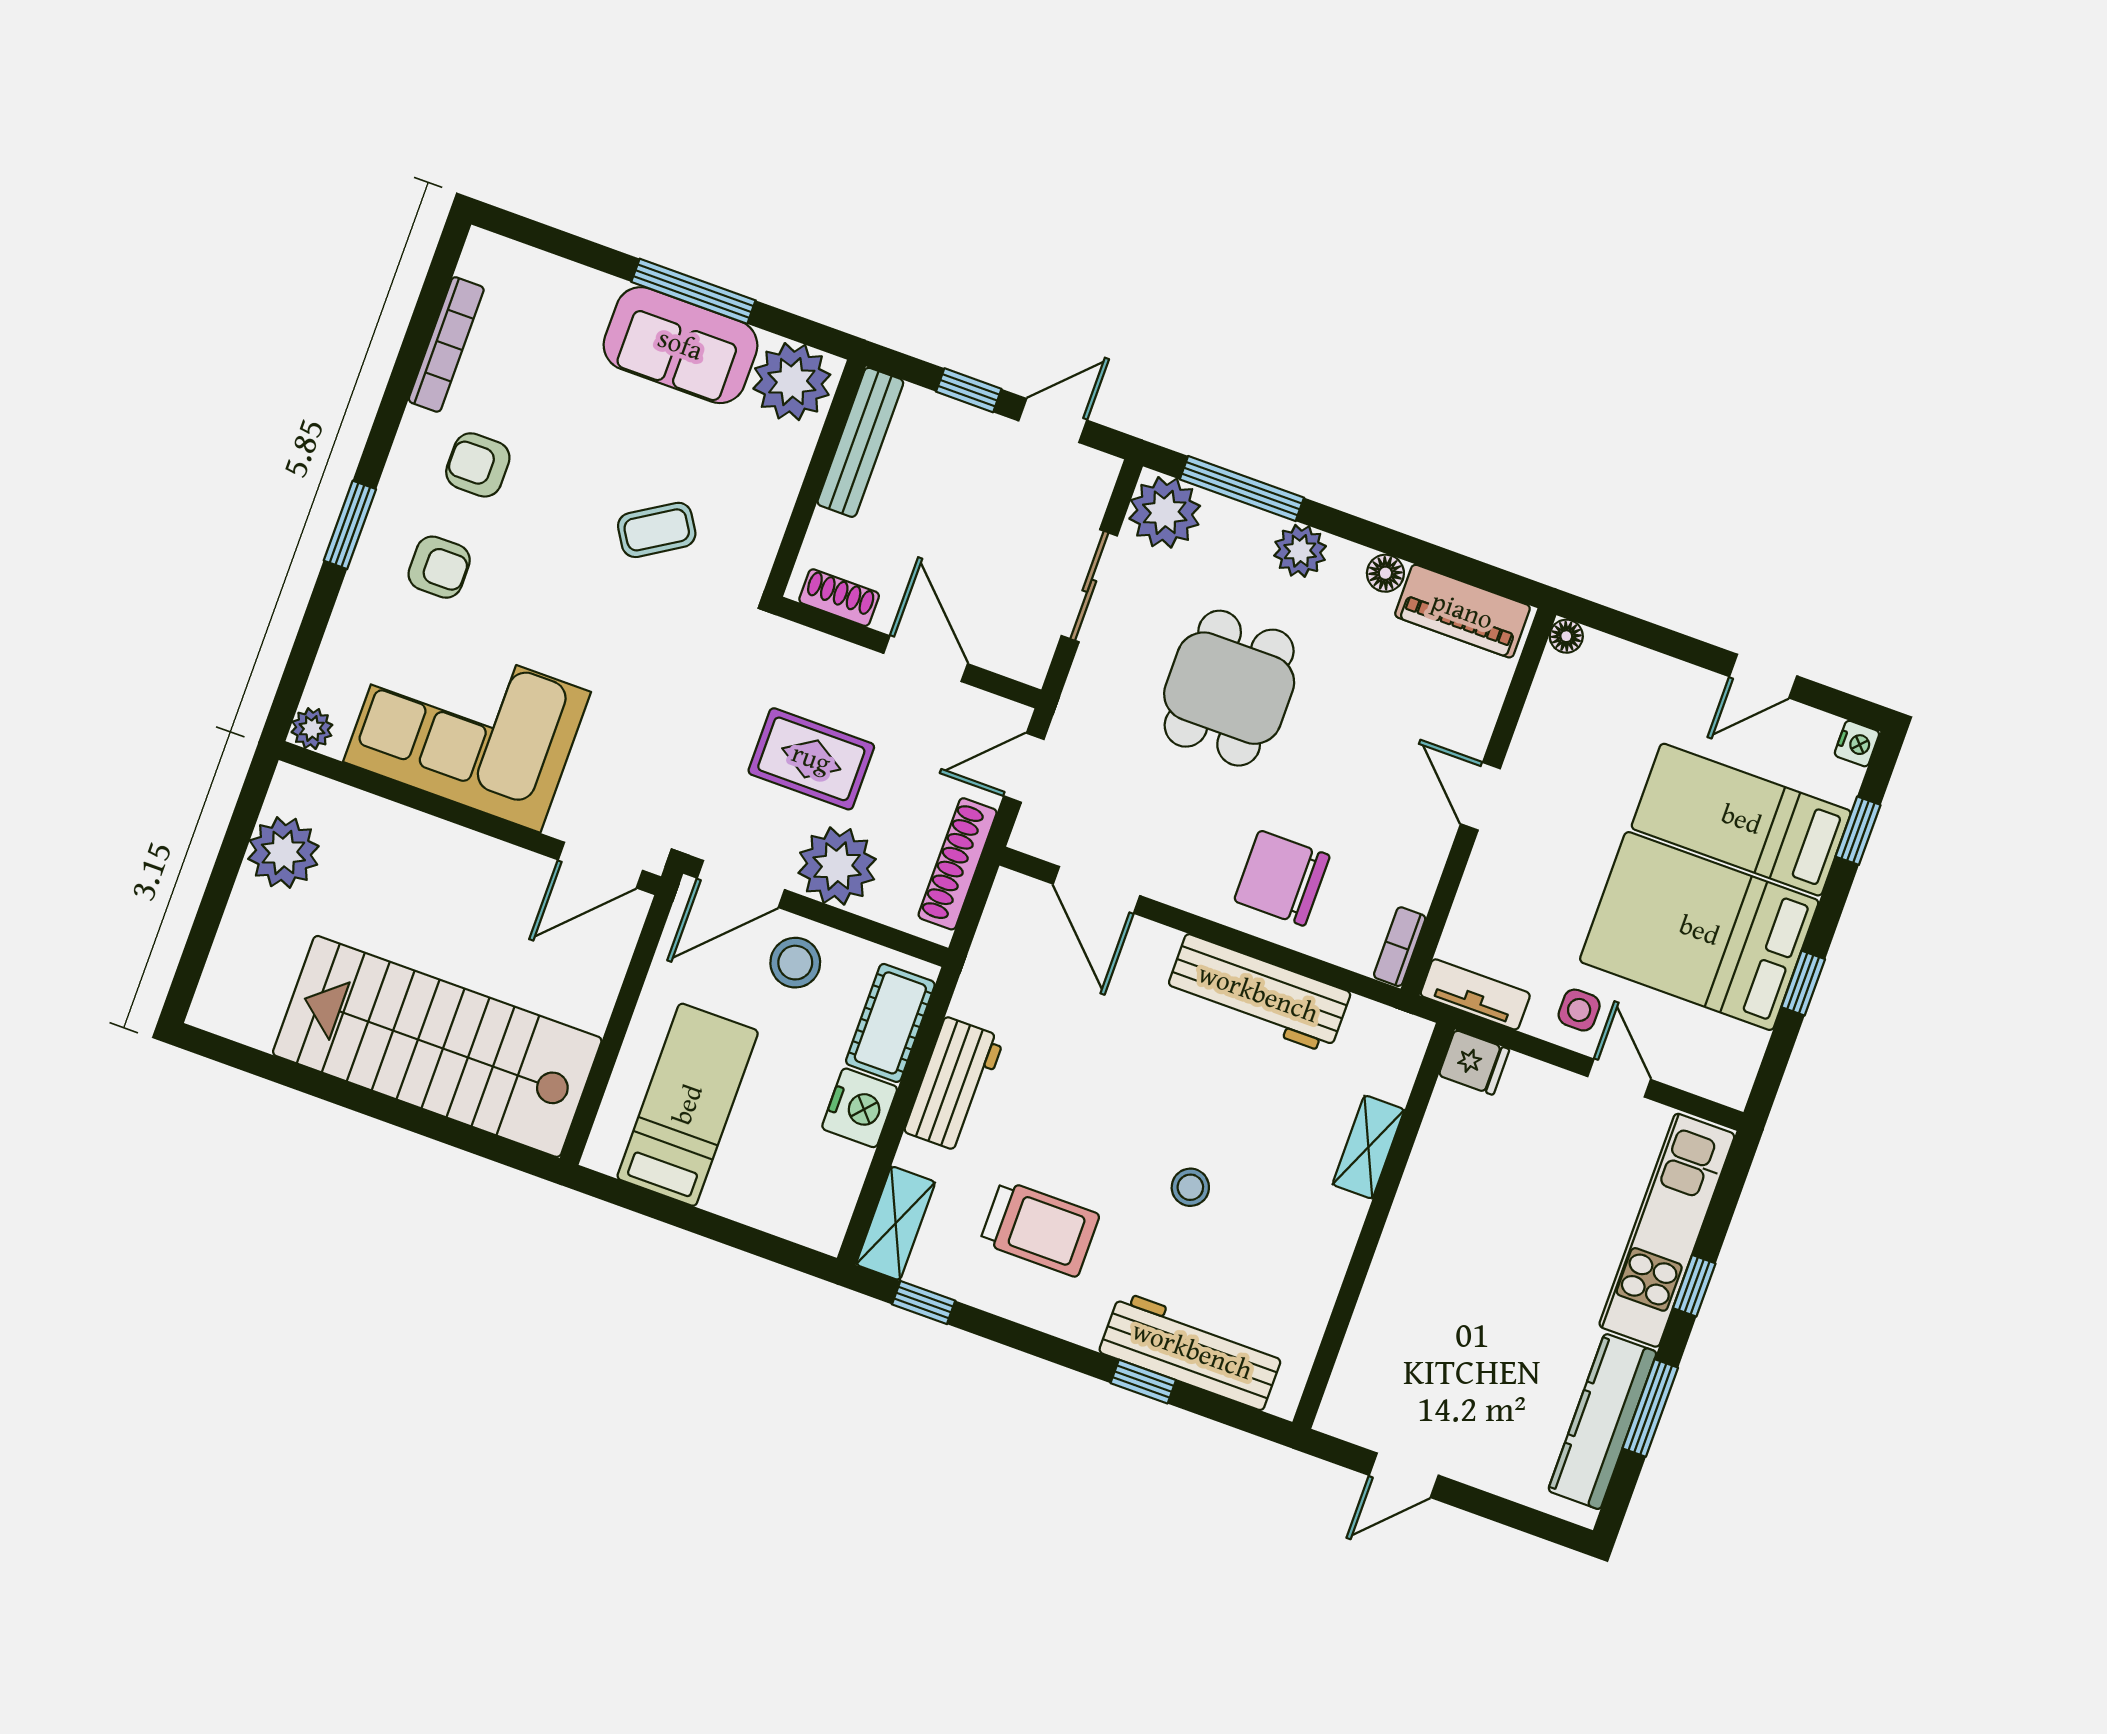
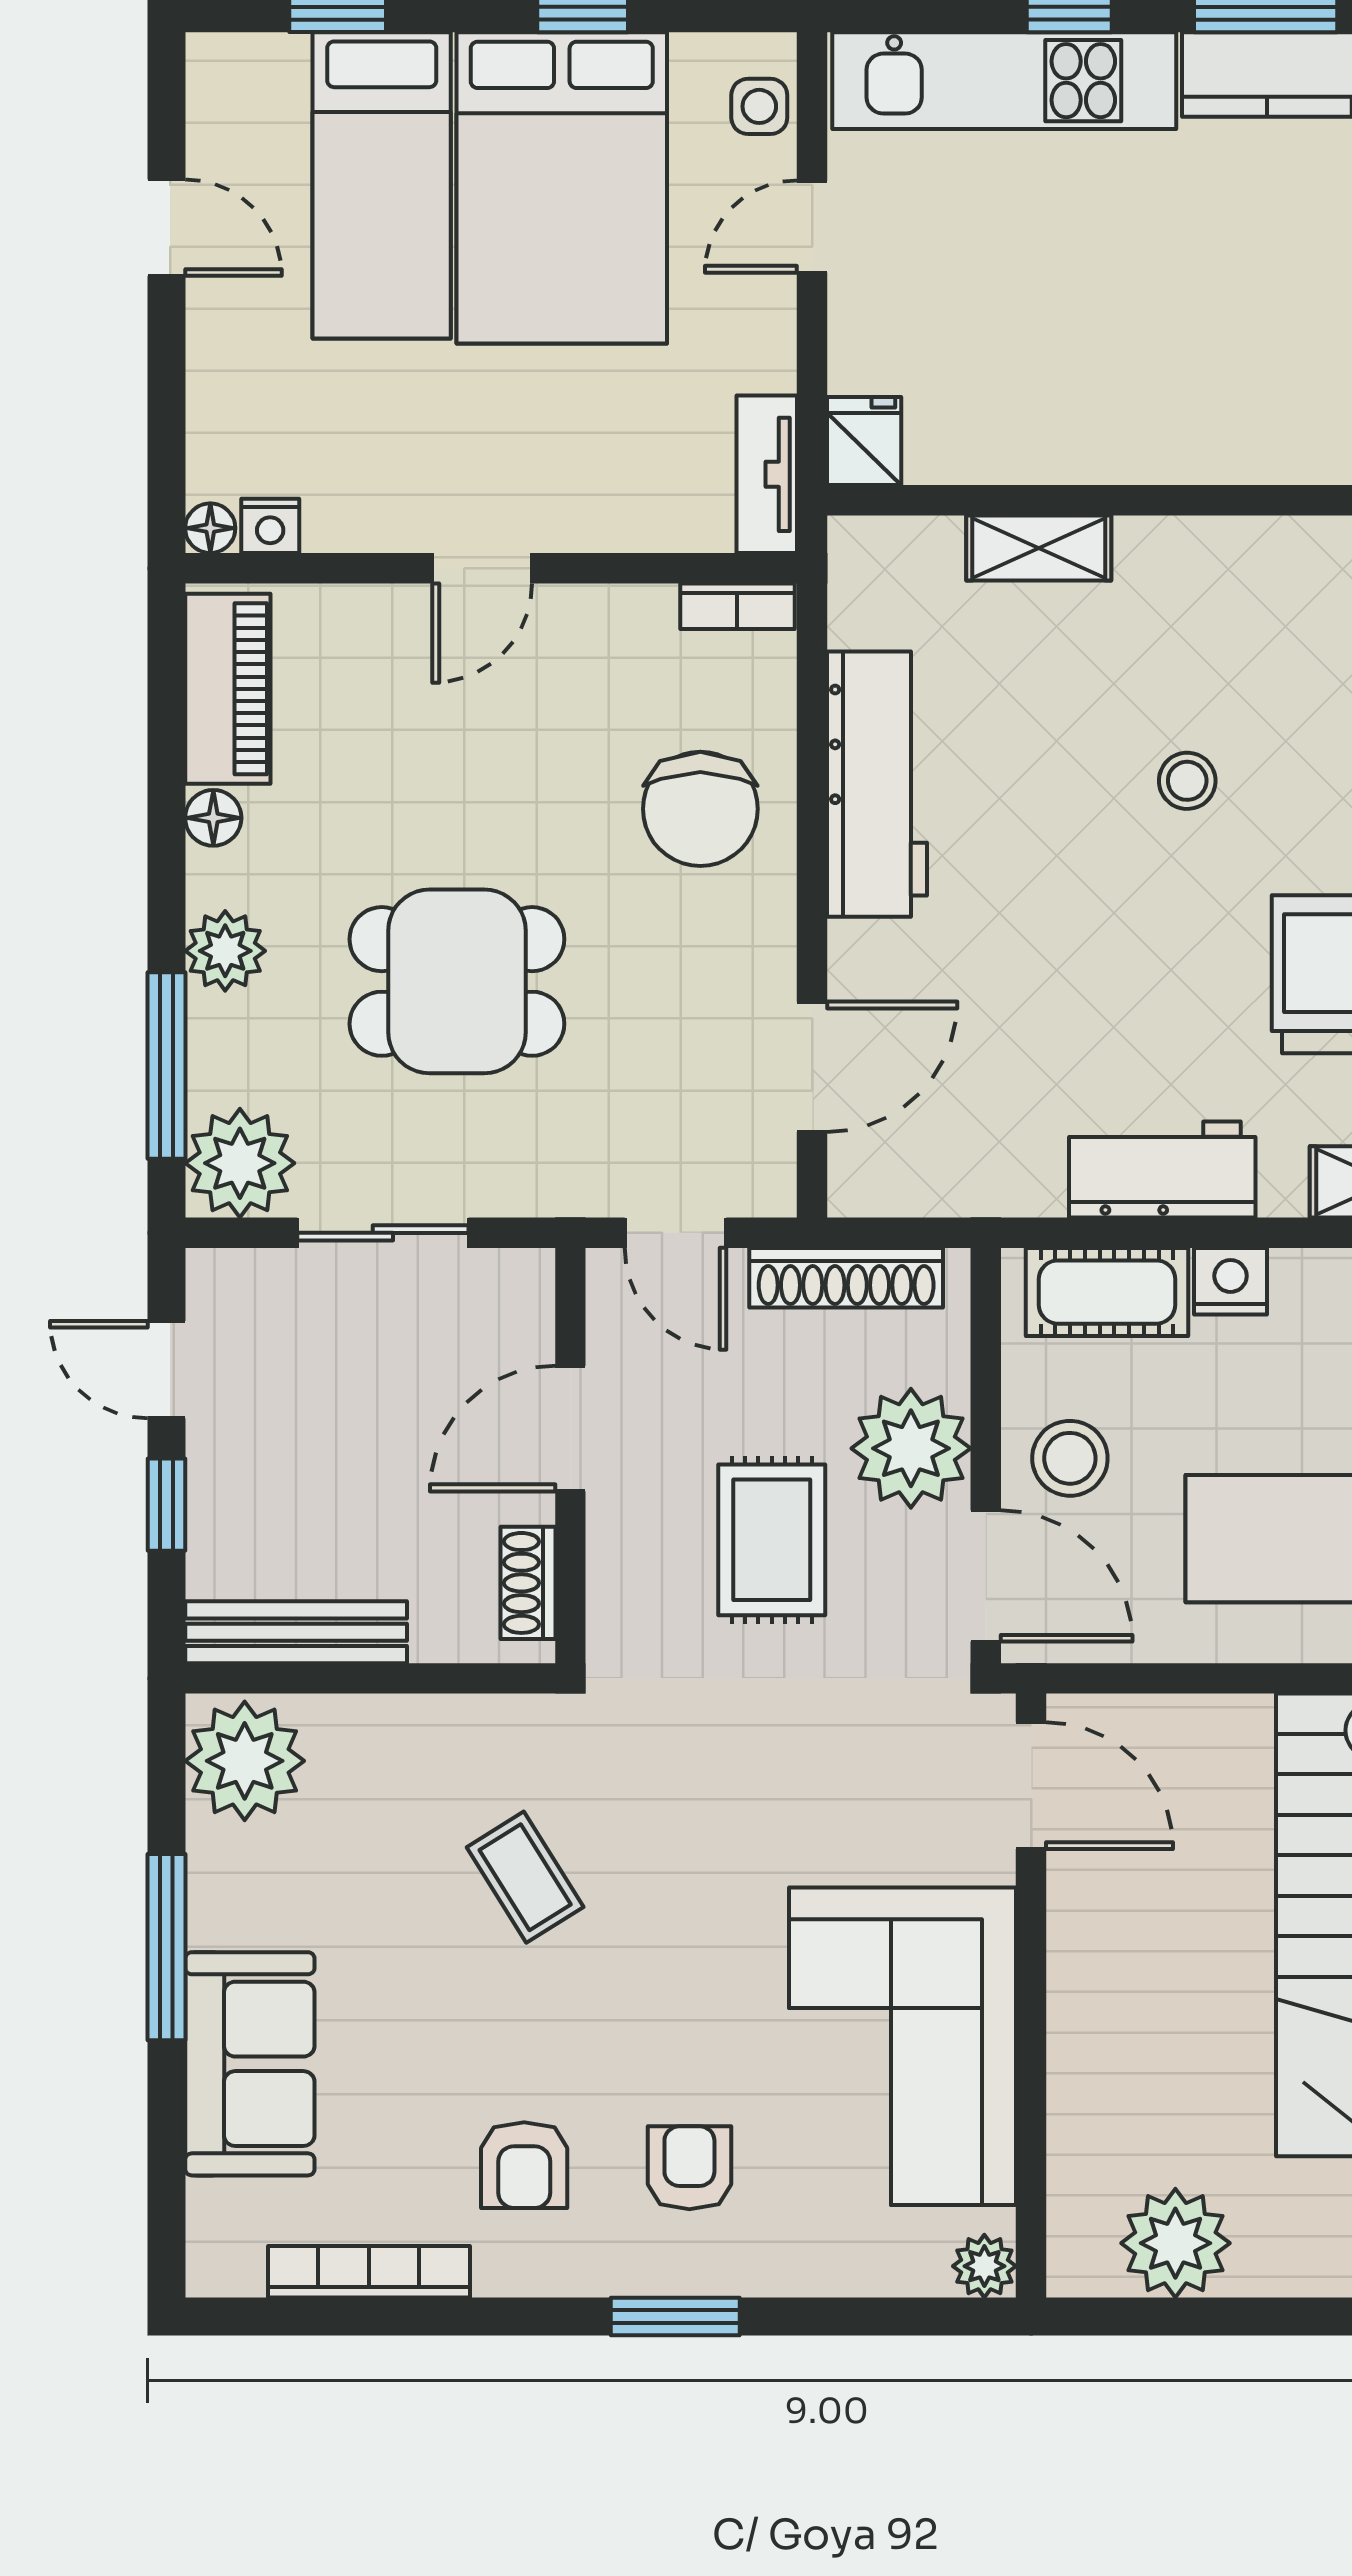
sofa: (680, 345) -> (250, 2064), moved
nightstand: (1857, 744) -> (270, 526), moved, turned 180
side table: (1579, 1010) -> (759, 106), moved
nightstand: (860, 1108) -> (1231, 1281), width x0.74, depth x0.75

